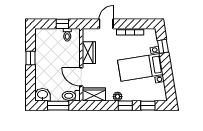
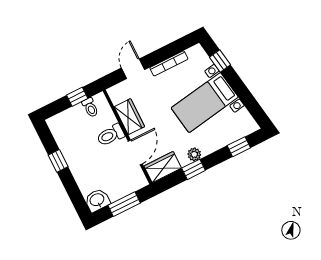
door: (81, 77) -> (135, 152), swing flipped
toilet: (71, 96) -> (111, 135), moved
window: (125, 106) -> (194, 169), moved

